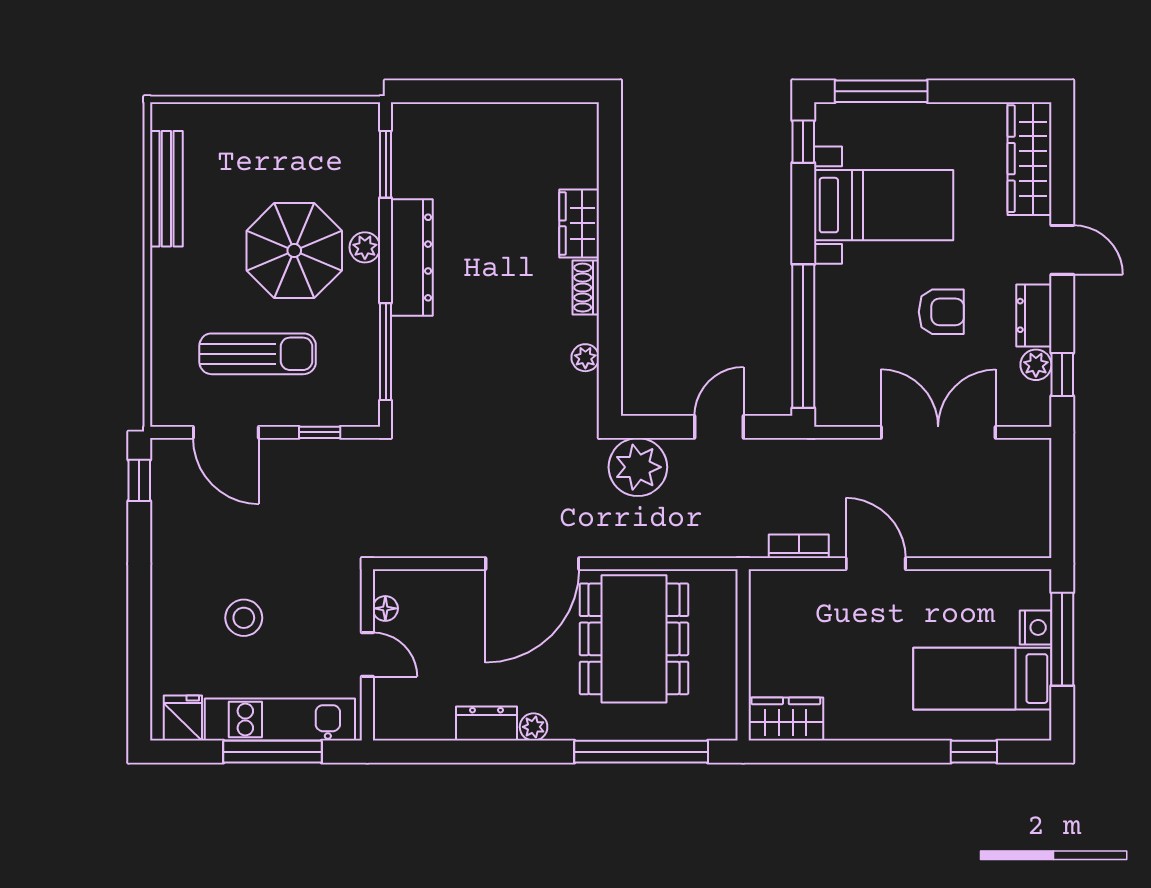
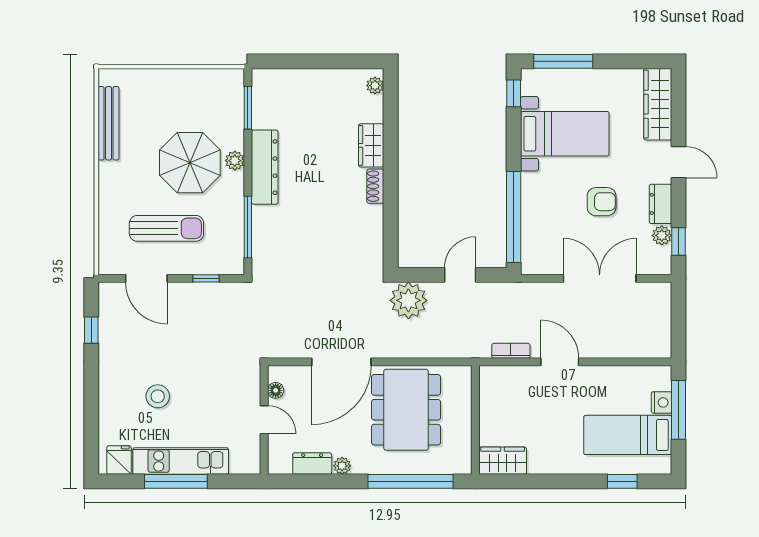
plant: (585, 358) -> (375, 85), moved
window: (139, 480) -> (91, 330), moved
floor lamp: (385, 608) -> (276, 390), moved
door: (367, 655) -> (264, 420), moved
wall: (367, 655) -> (264, 420), moved

